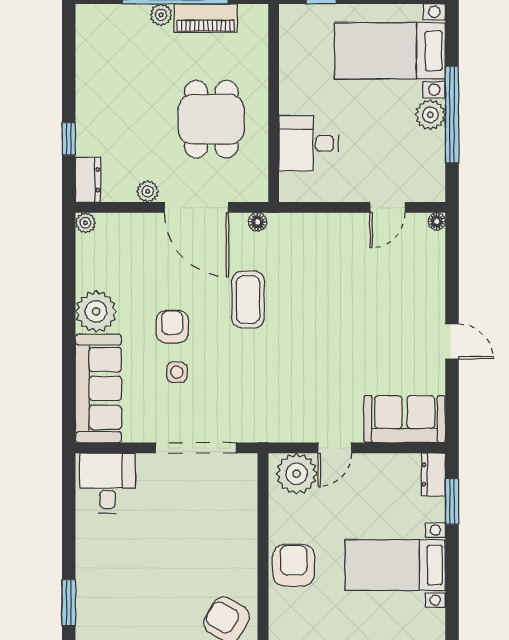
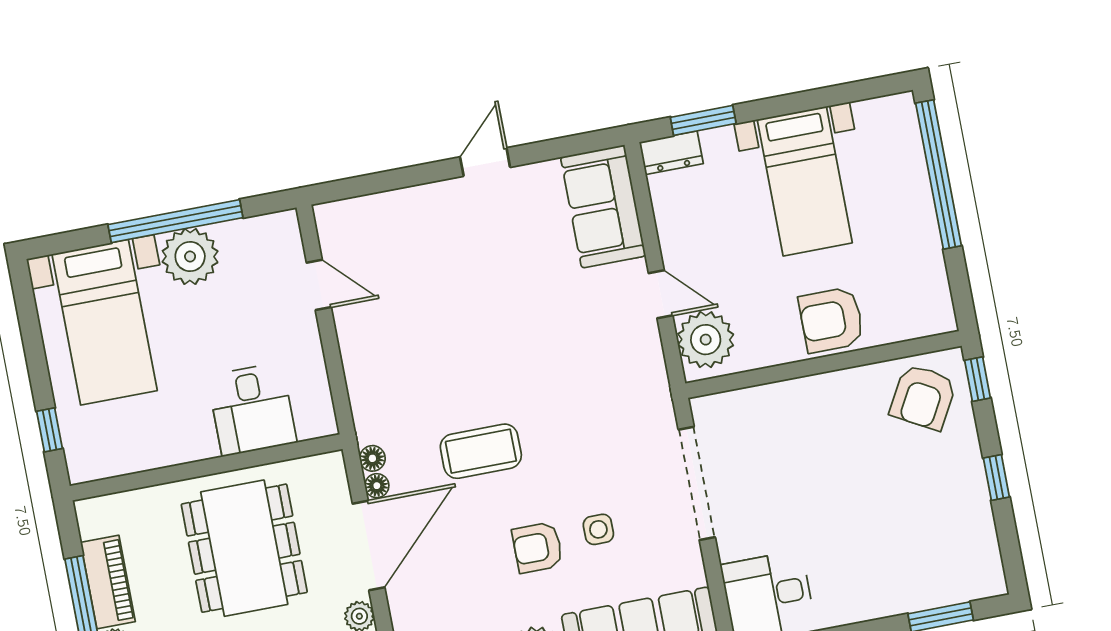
plant: (430, 115) -> (190, 257), width x1.36, depth x1.36
dining table: (211, 119) -> (244, 548), width x1.37
floor lamp: (437, 221) -> (377, 486), moved

